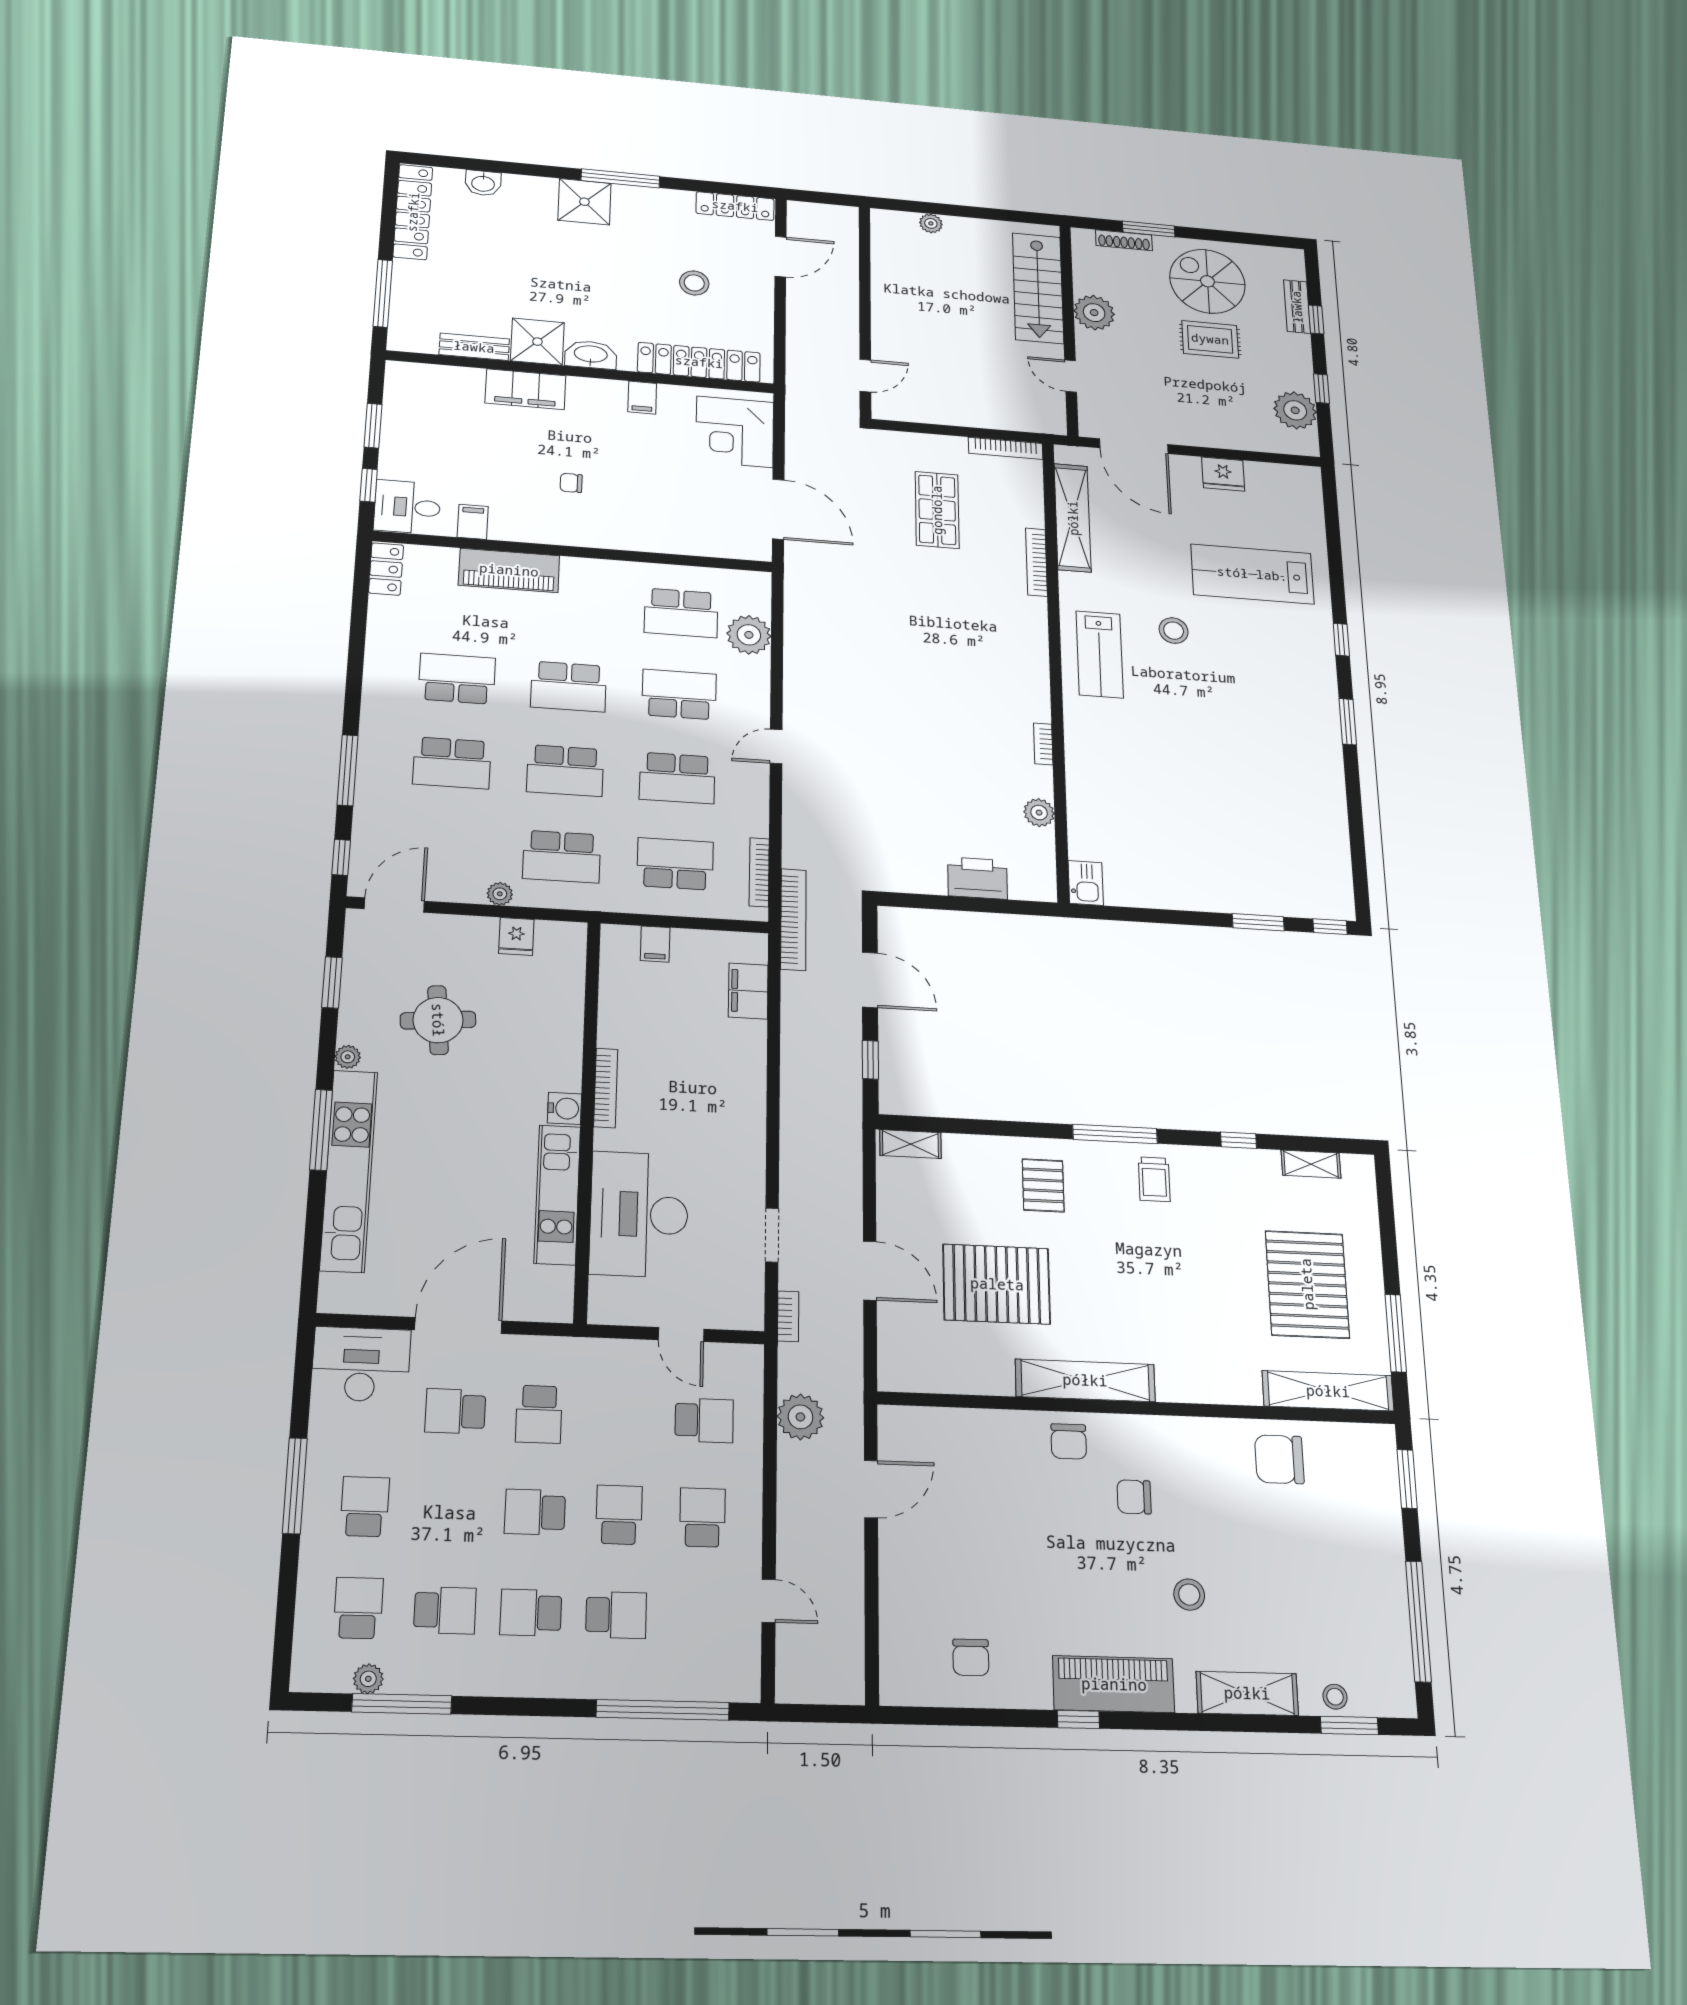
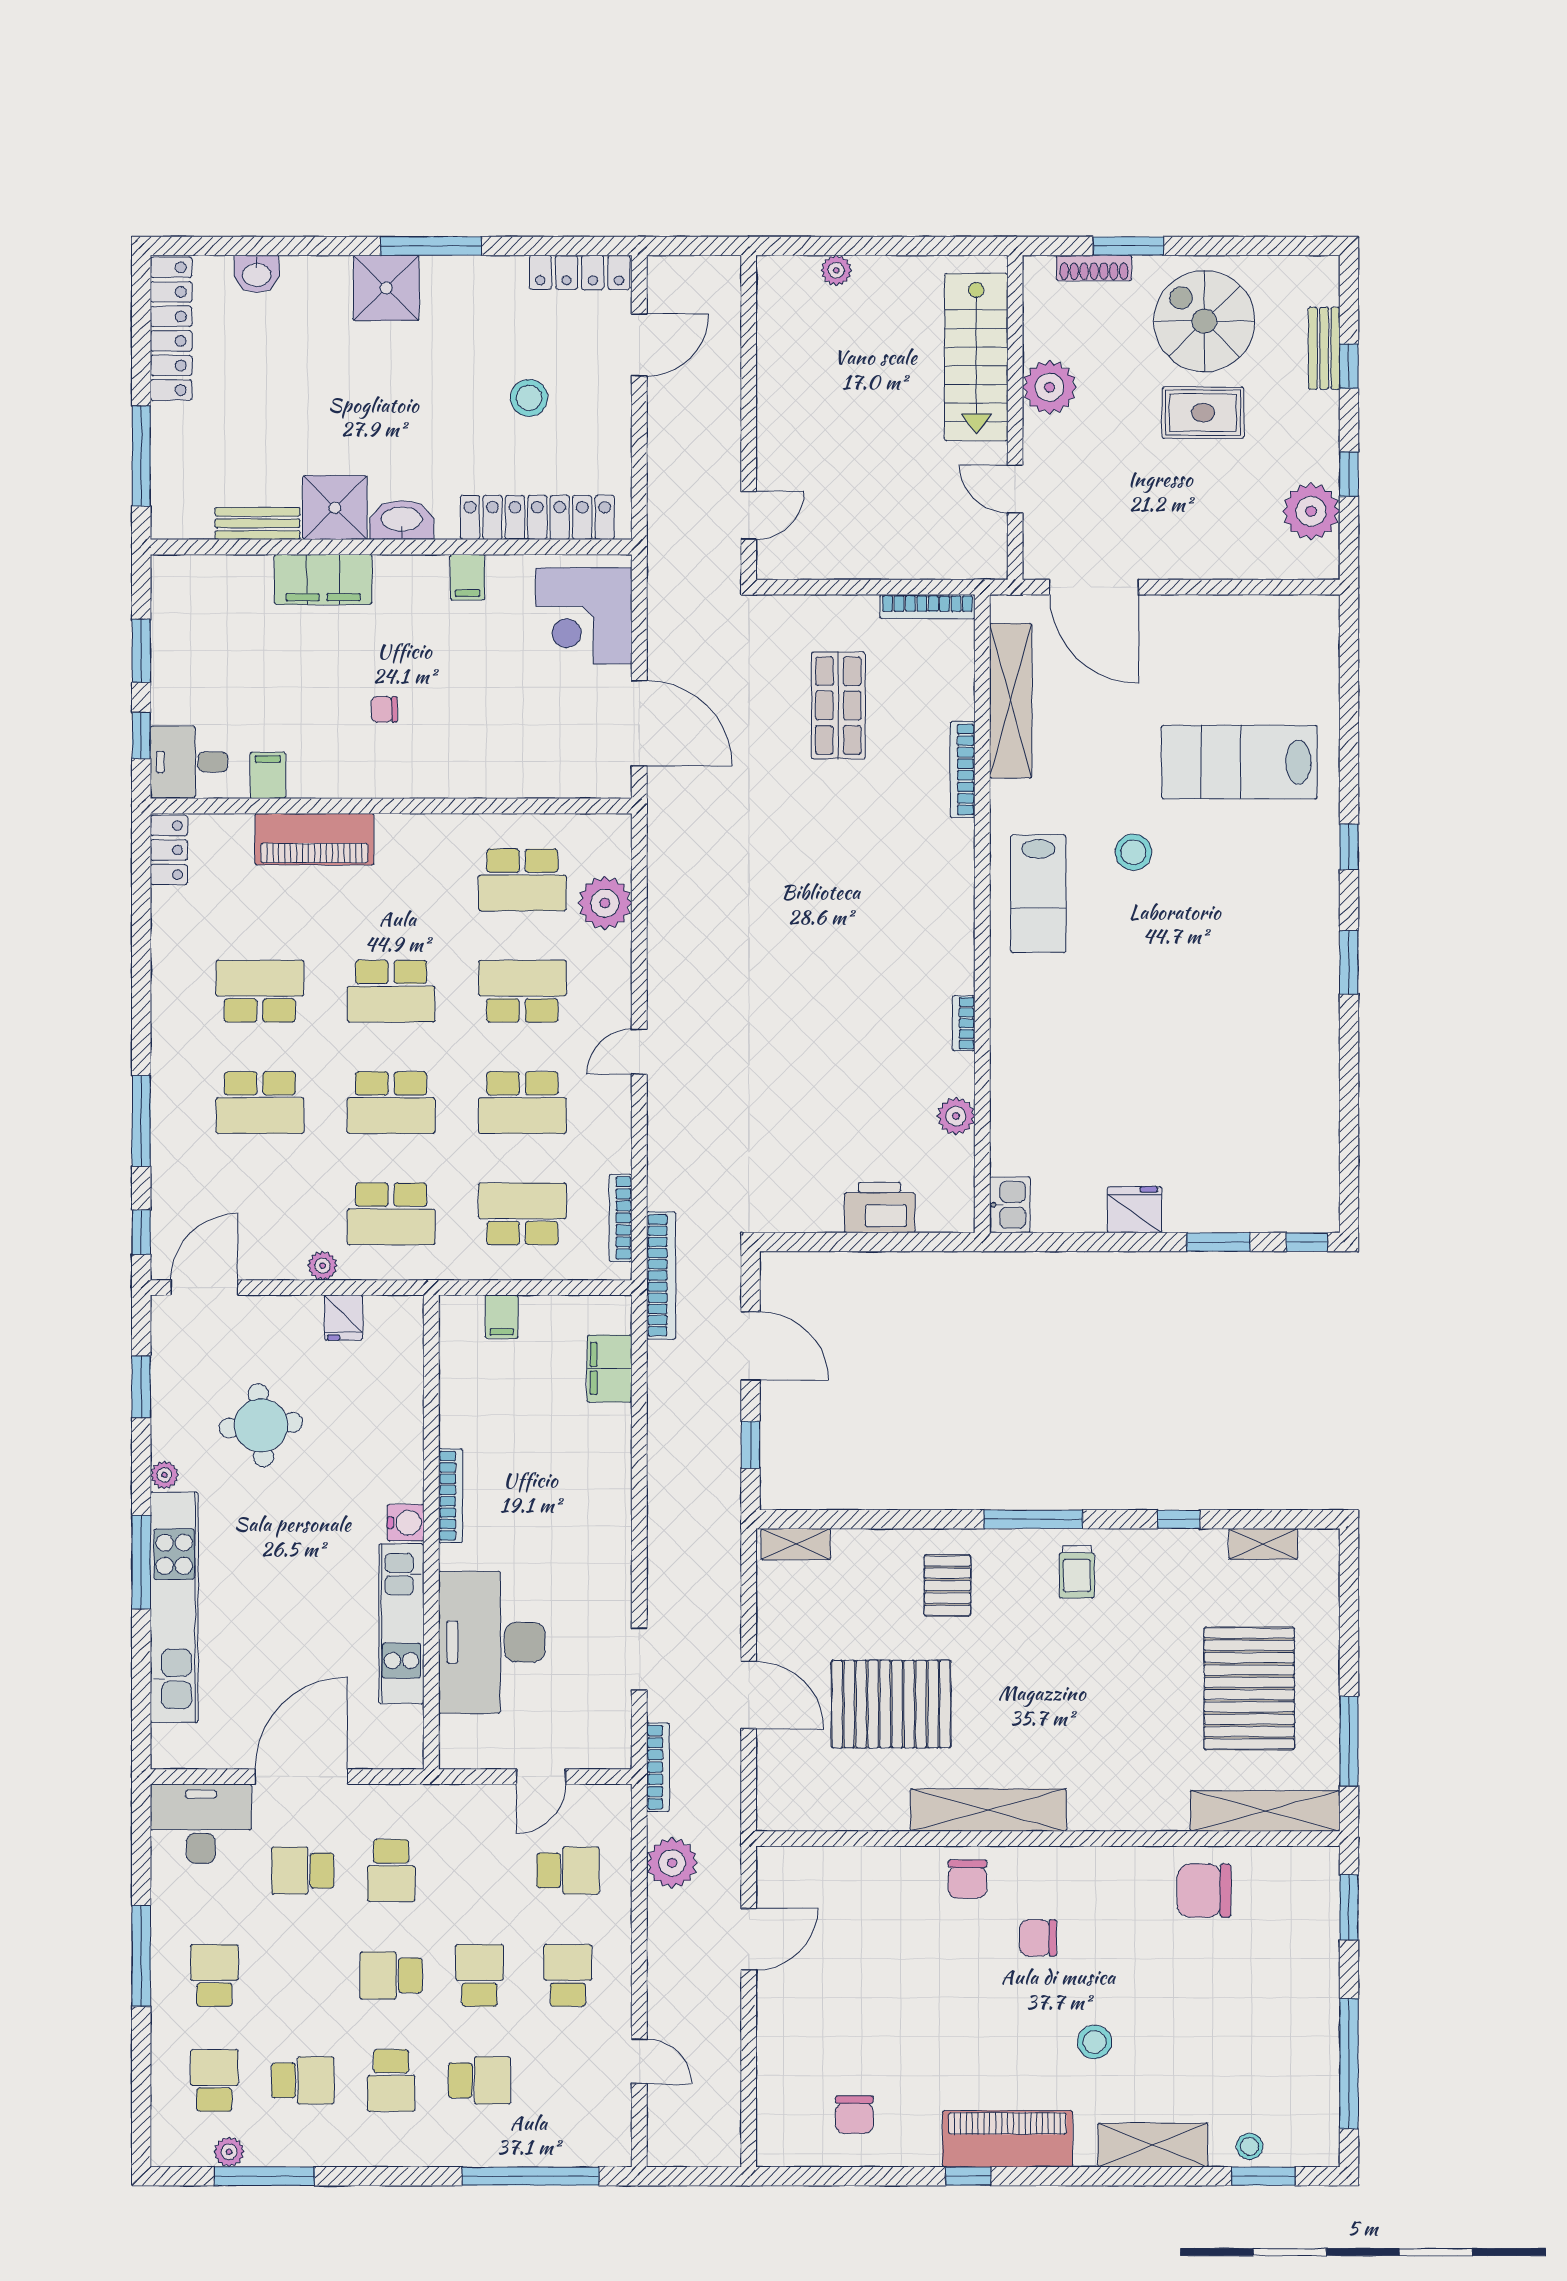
fridge: (1223, 474) -> (1135, 1210), moved, turned 180
bookcase: (788, 1316) -> (658, 1767), width x1.56
door: (681, 1335) -> (541, 1777), hinge flipped
school desk: (531, 1613) -> (391, 2080), turned -90

